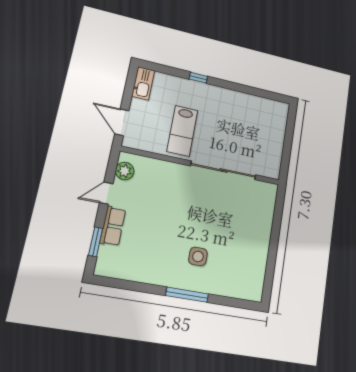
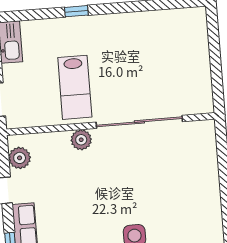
plant: (177, 171) -> (81, 140), added

